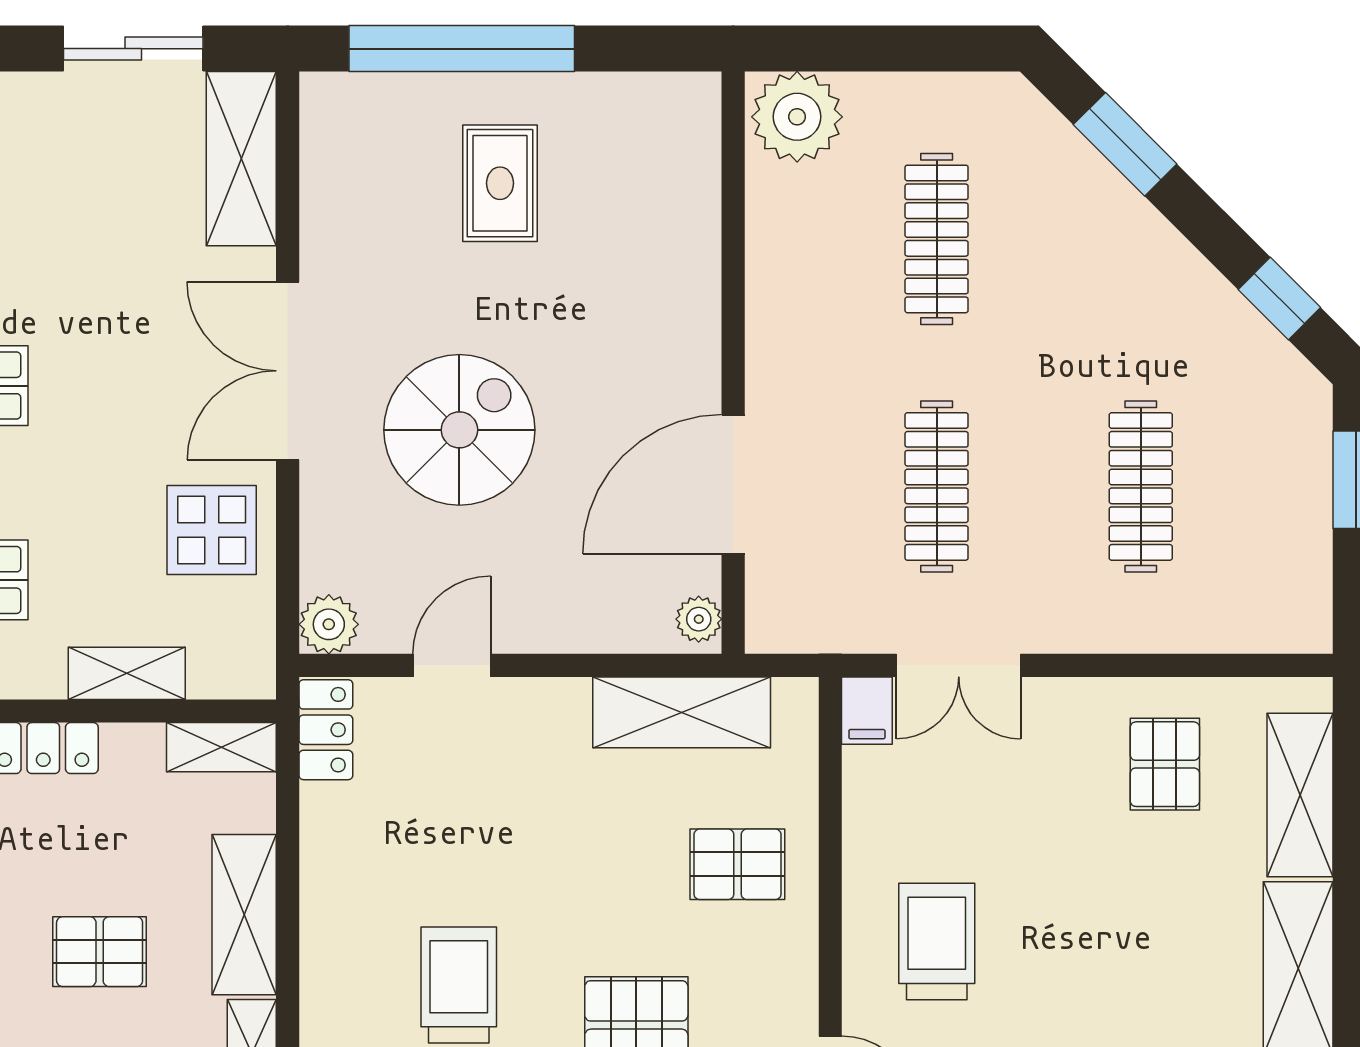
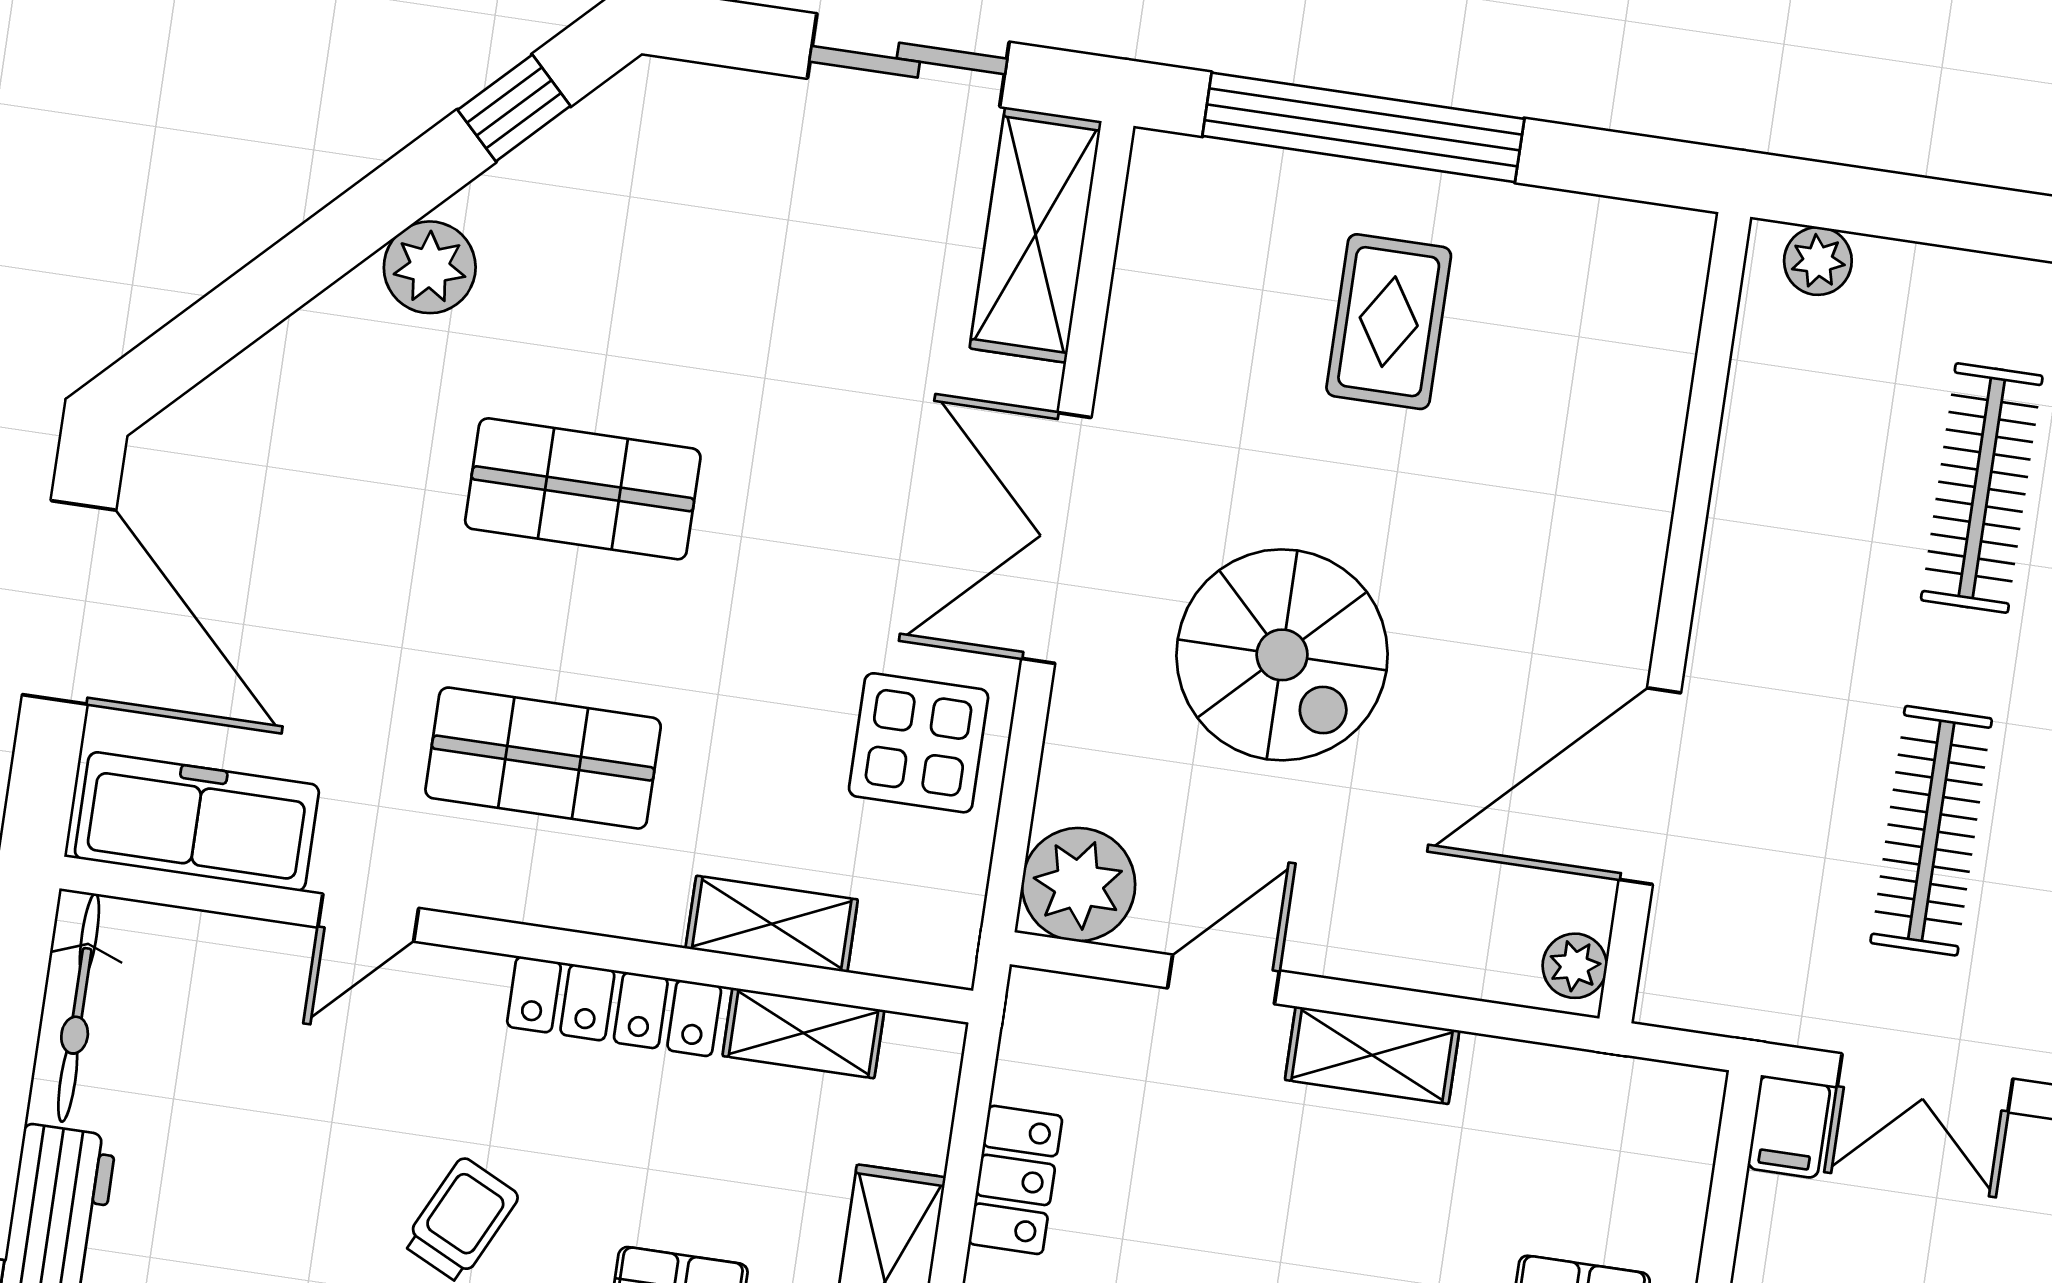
plant: (797, 117) -> (1818, 261), width x0.53, depth x0.53
spiral stairs: (459, 430) -> (1282, 655), turned 90
plant: (329, 624) -> (1079, 885), width x1.36, depth x1.36
shelving: (682, 712) -> (1372, 1055), moved, width x0.67, depth x0.75
locker: (326, 730) -> (1016, 1180), moved
shelving: (221, 747) -> (803, 1033), moved

